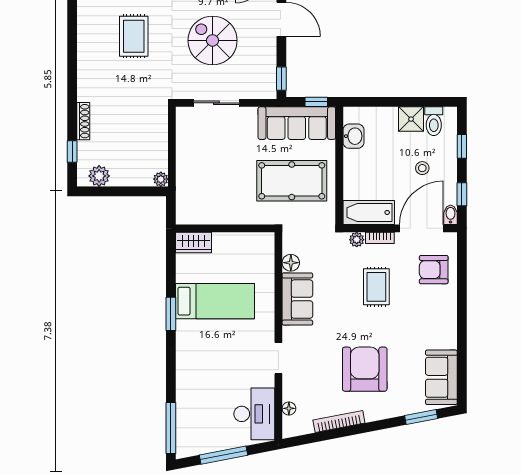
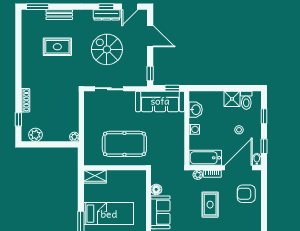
rug: (134, 36) -> (57, 47), turned 90
washing machine: (351, 167) -> (194, 129), added
pool table: (292, 181) -> (124, 144), moved

